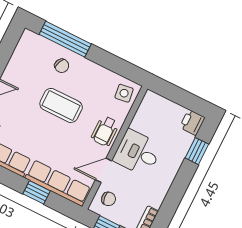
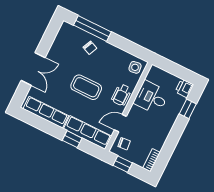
coffee table: (61, 105) -> (86, 87), moved
desk: (138, 153) -> (151, 98), moved

